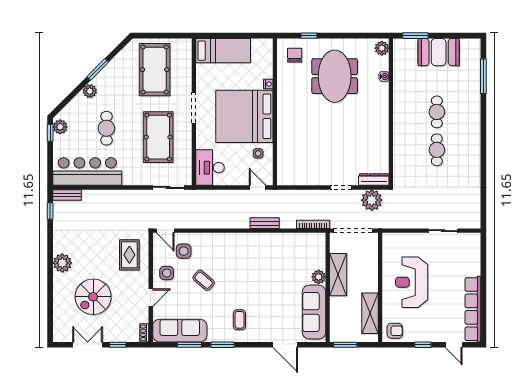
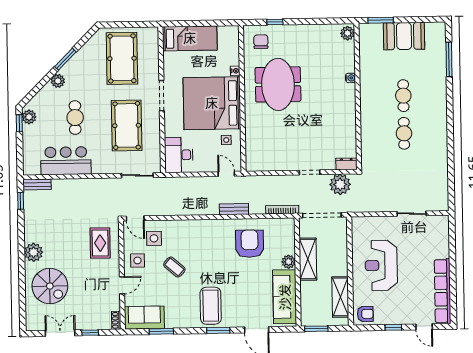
meeting table: (335, 76) -> (278, 84), moved
water cooler: (384, 76) -> (351, 78), moved
bar counter: (87, 171) -> (66, 161), width x0.73
dresser: (374, 180) -> (346, 164), width x0.70
armchair: (280, 258) -> (250, 244), added
spiral stairs: (93, 297) -> (50, 286), moved, turned -90
coffee table: (239, 320) -> (211, 306), width x1.86, depth x1.72
sofa: (180, 331) -> (144, 318), width x0.73
window: (222, 345) -> (218, 330), moved

